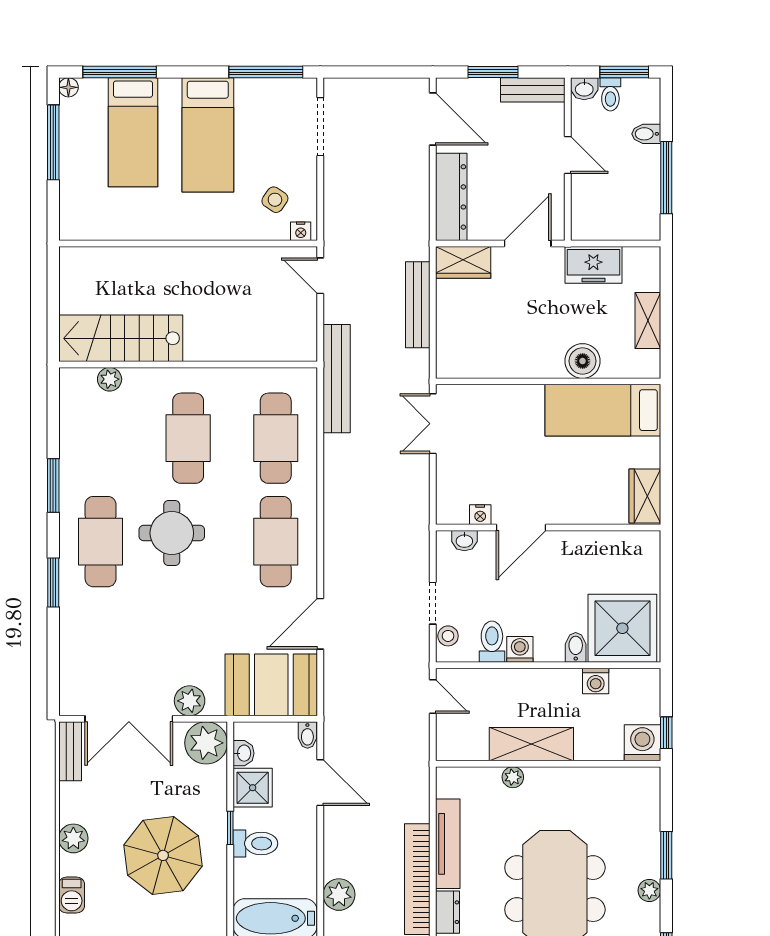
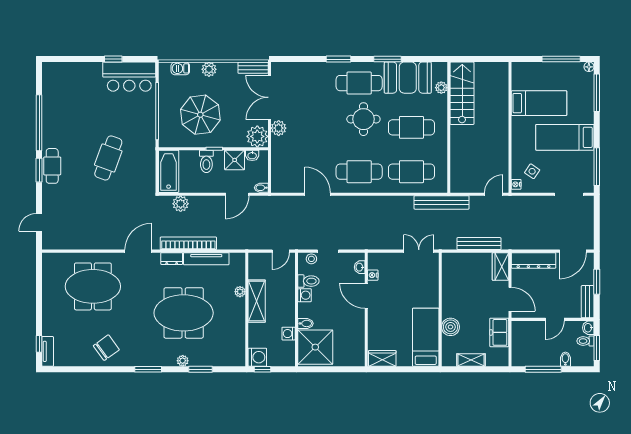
bed: (133, 132) -> (539, 103), moved, turned 180
booth: (271, 685) -> (408, 78), moved, turned 90

